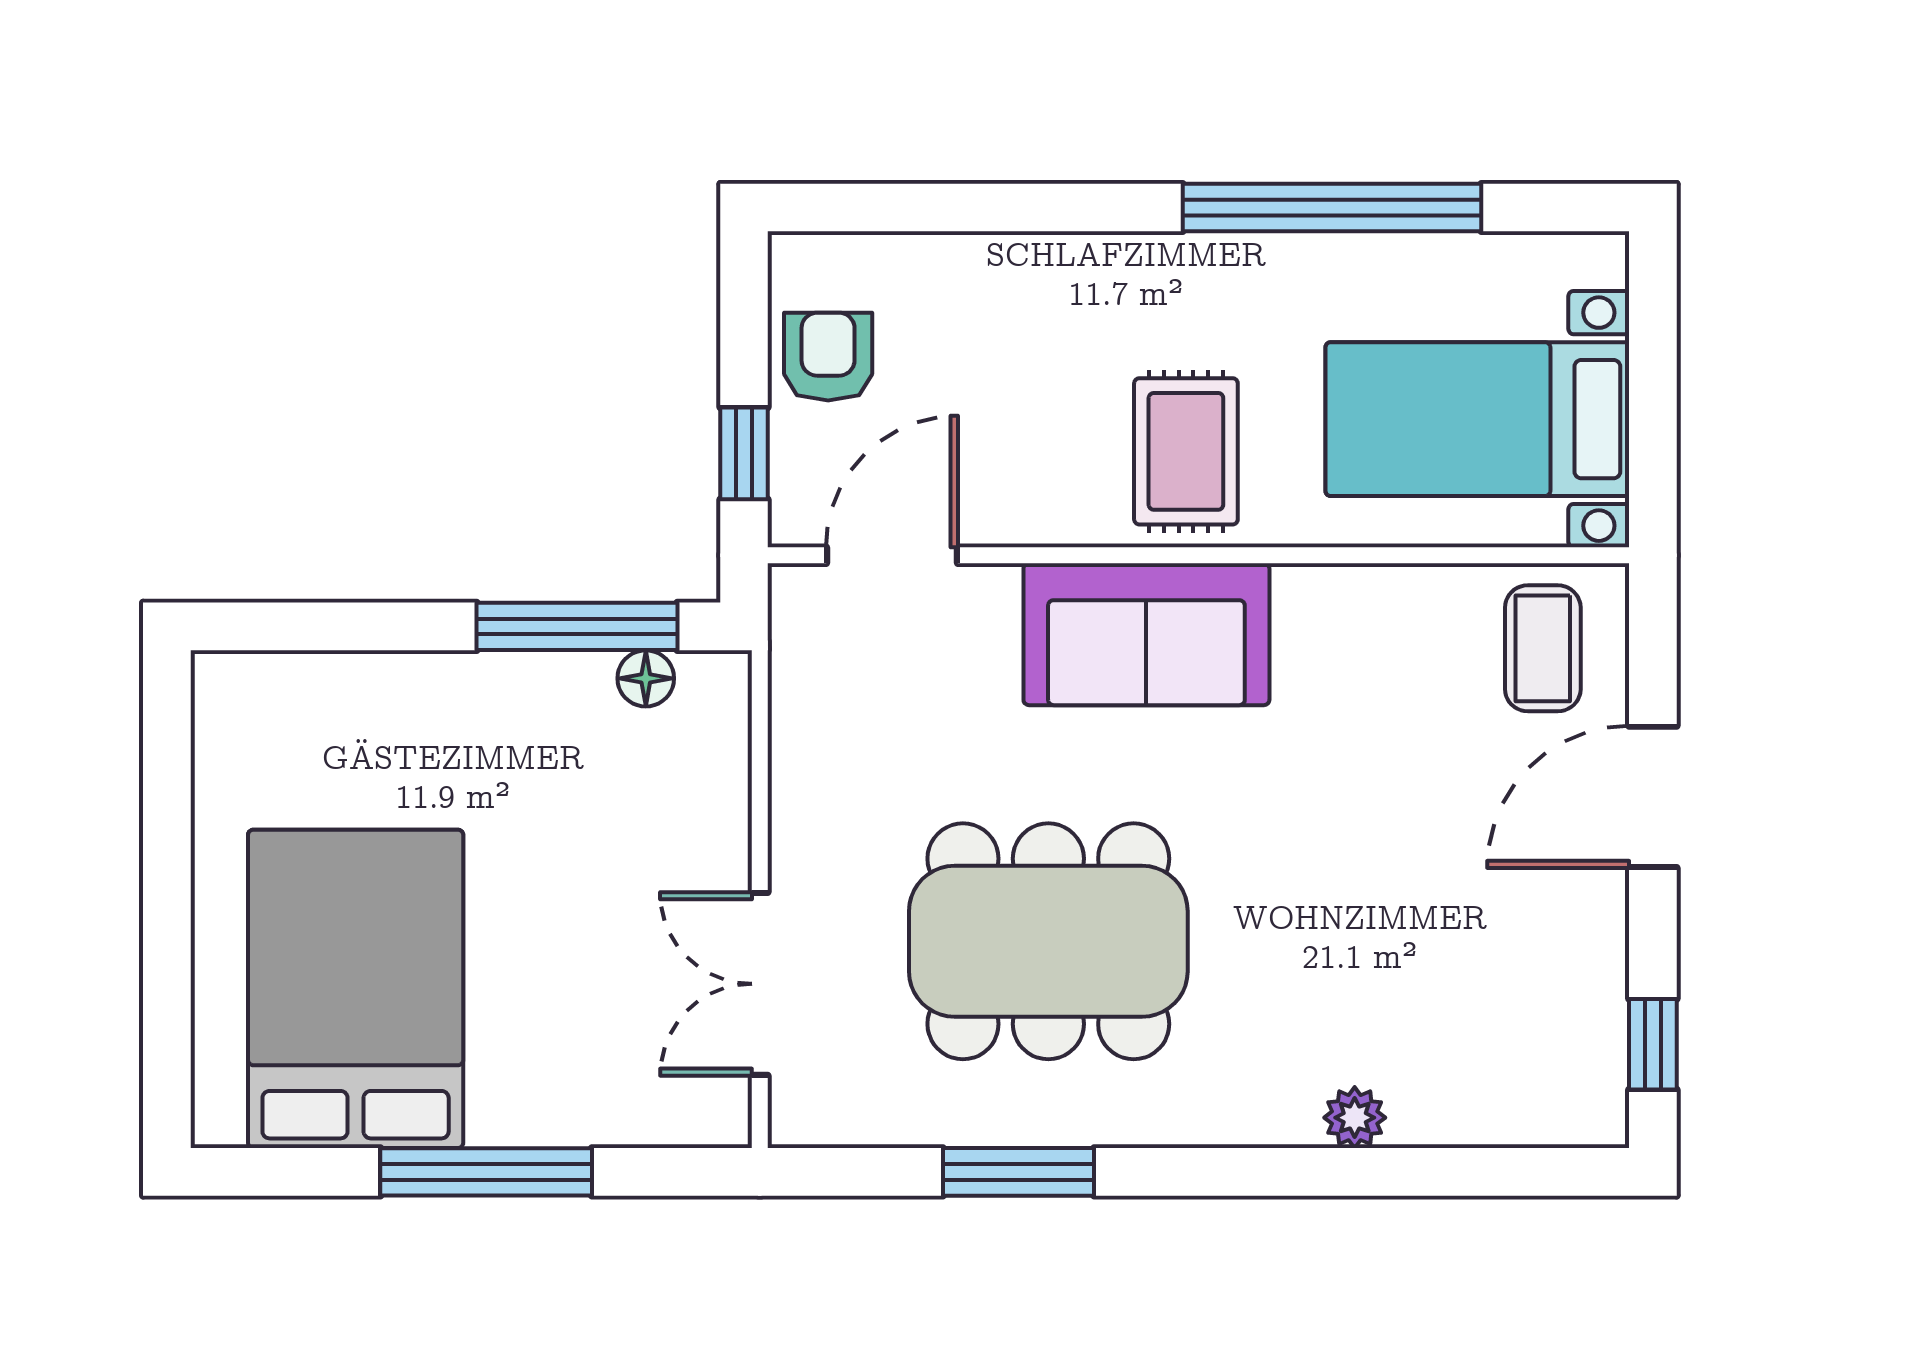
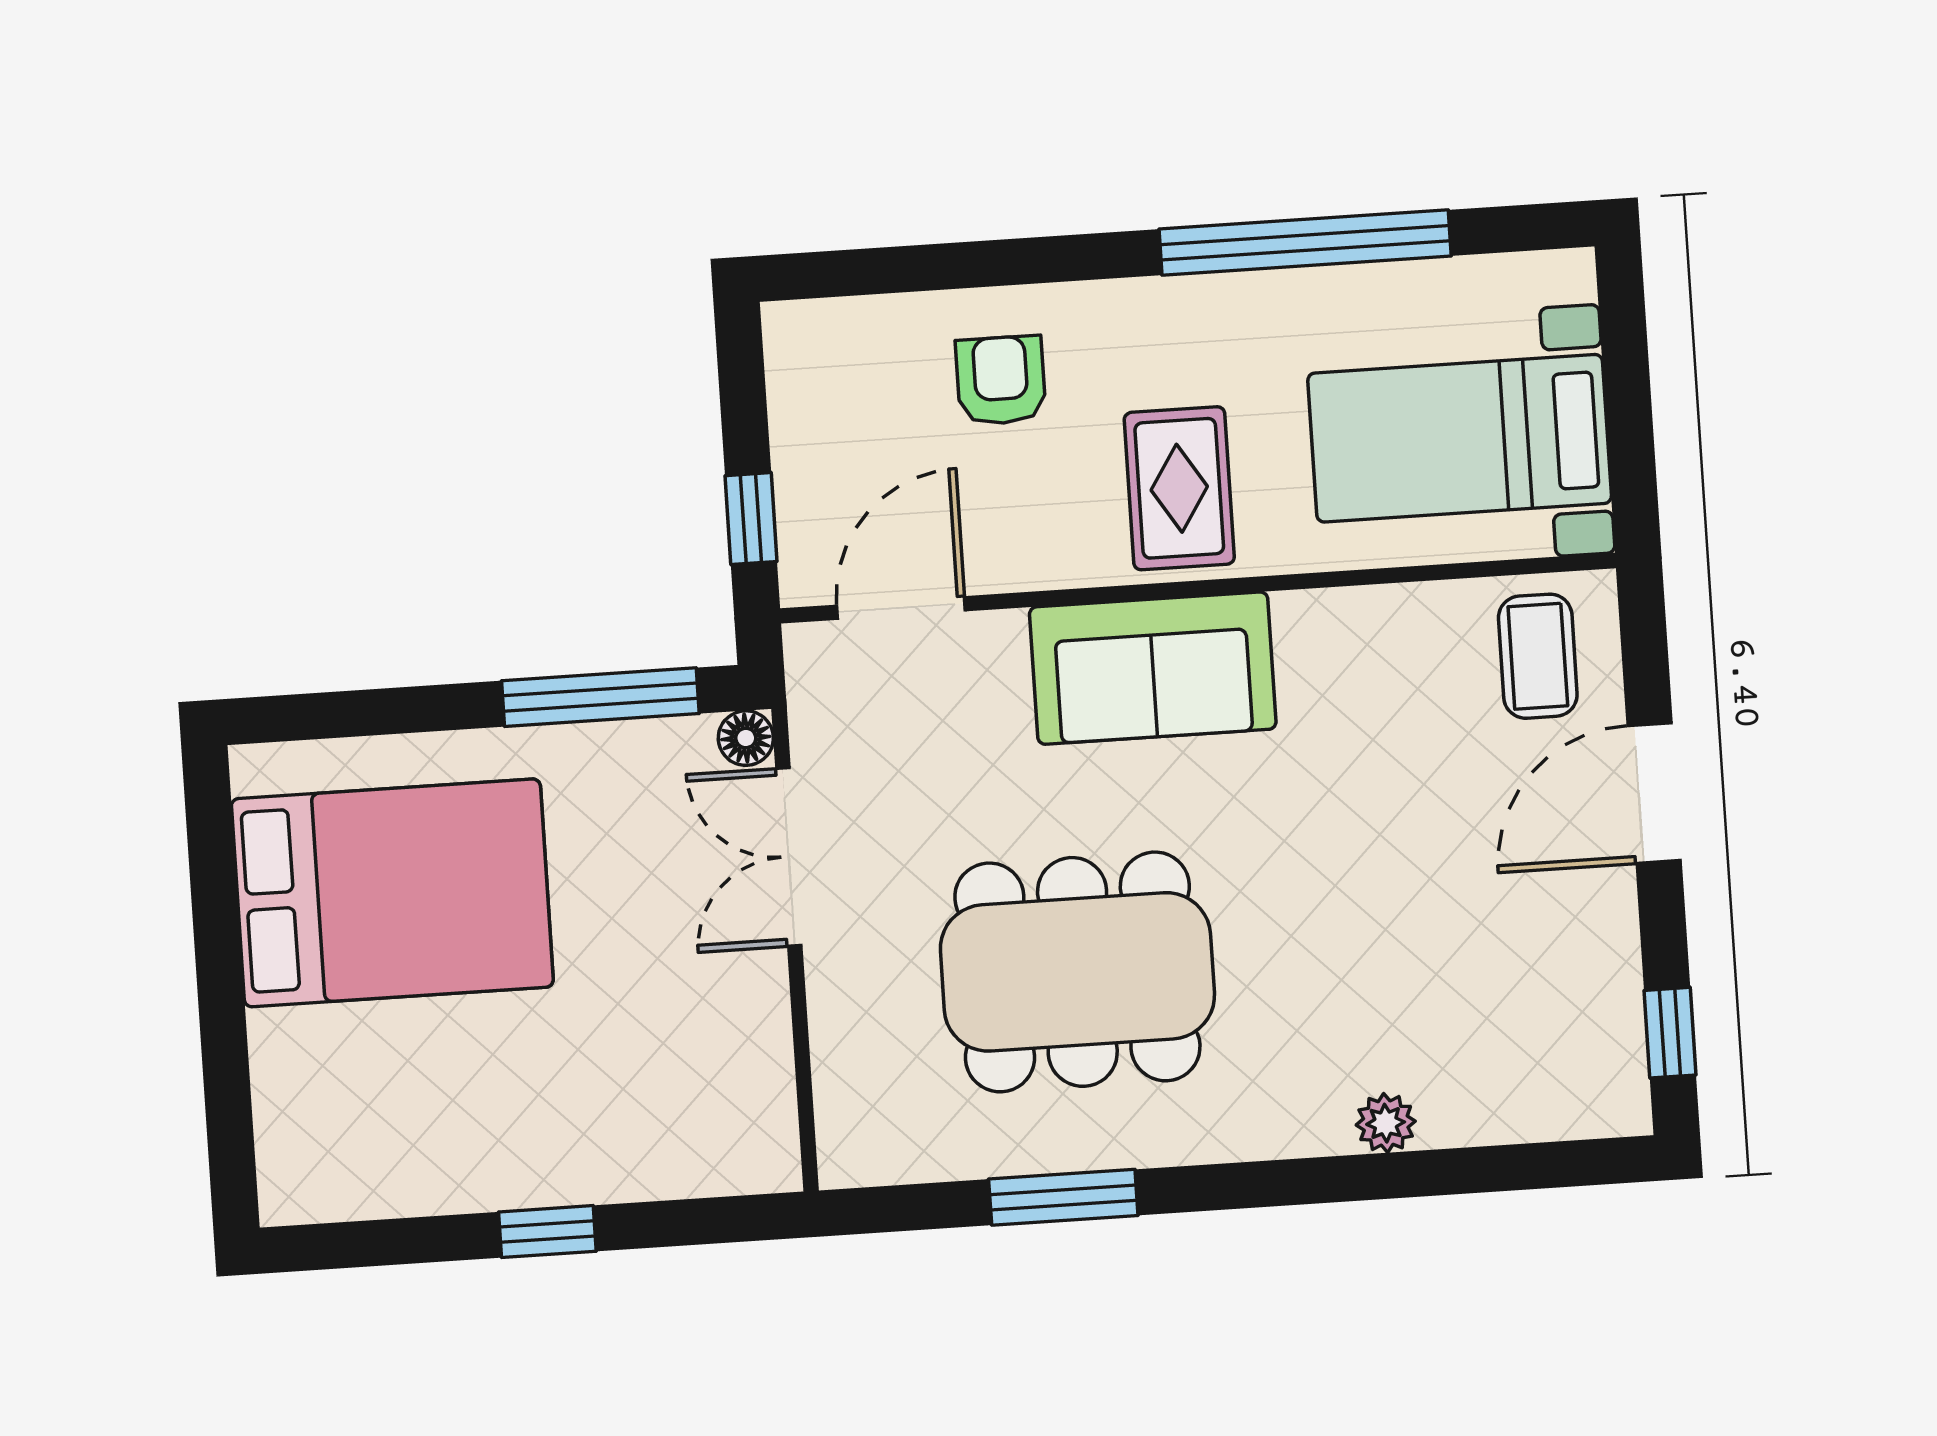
armchair: (828, 357) -> (1001, 380), moved
floor lamp: (646, 678) -> (746, 738), moved
double door: (760, 984) -> (789, 857), moved
bed: (356, 989) -> (392, 893), moved, turned 90
window: (486, 1172) -> (547, 1232), width x0.46

